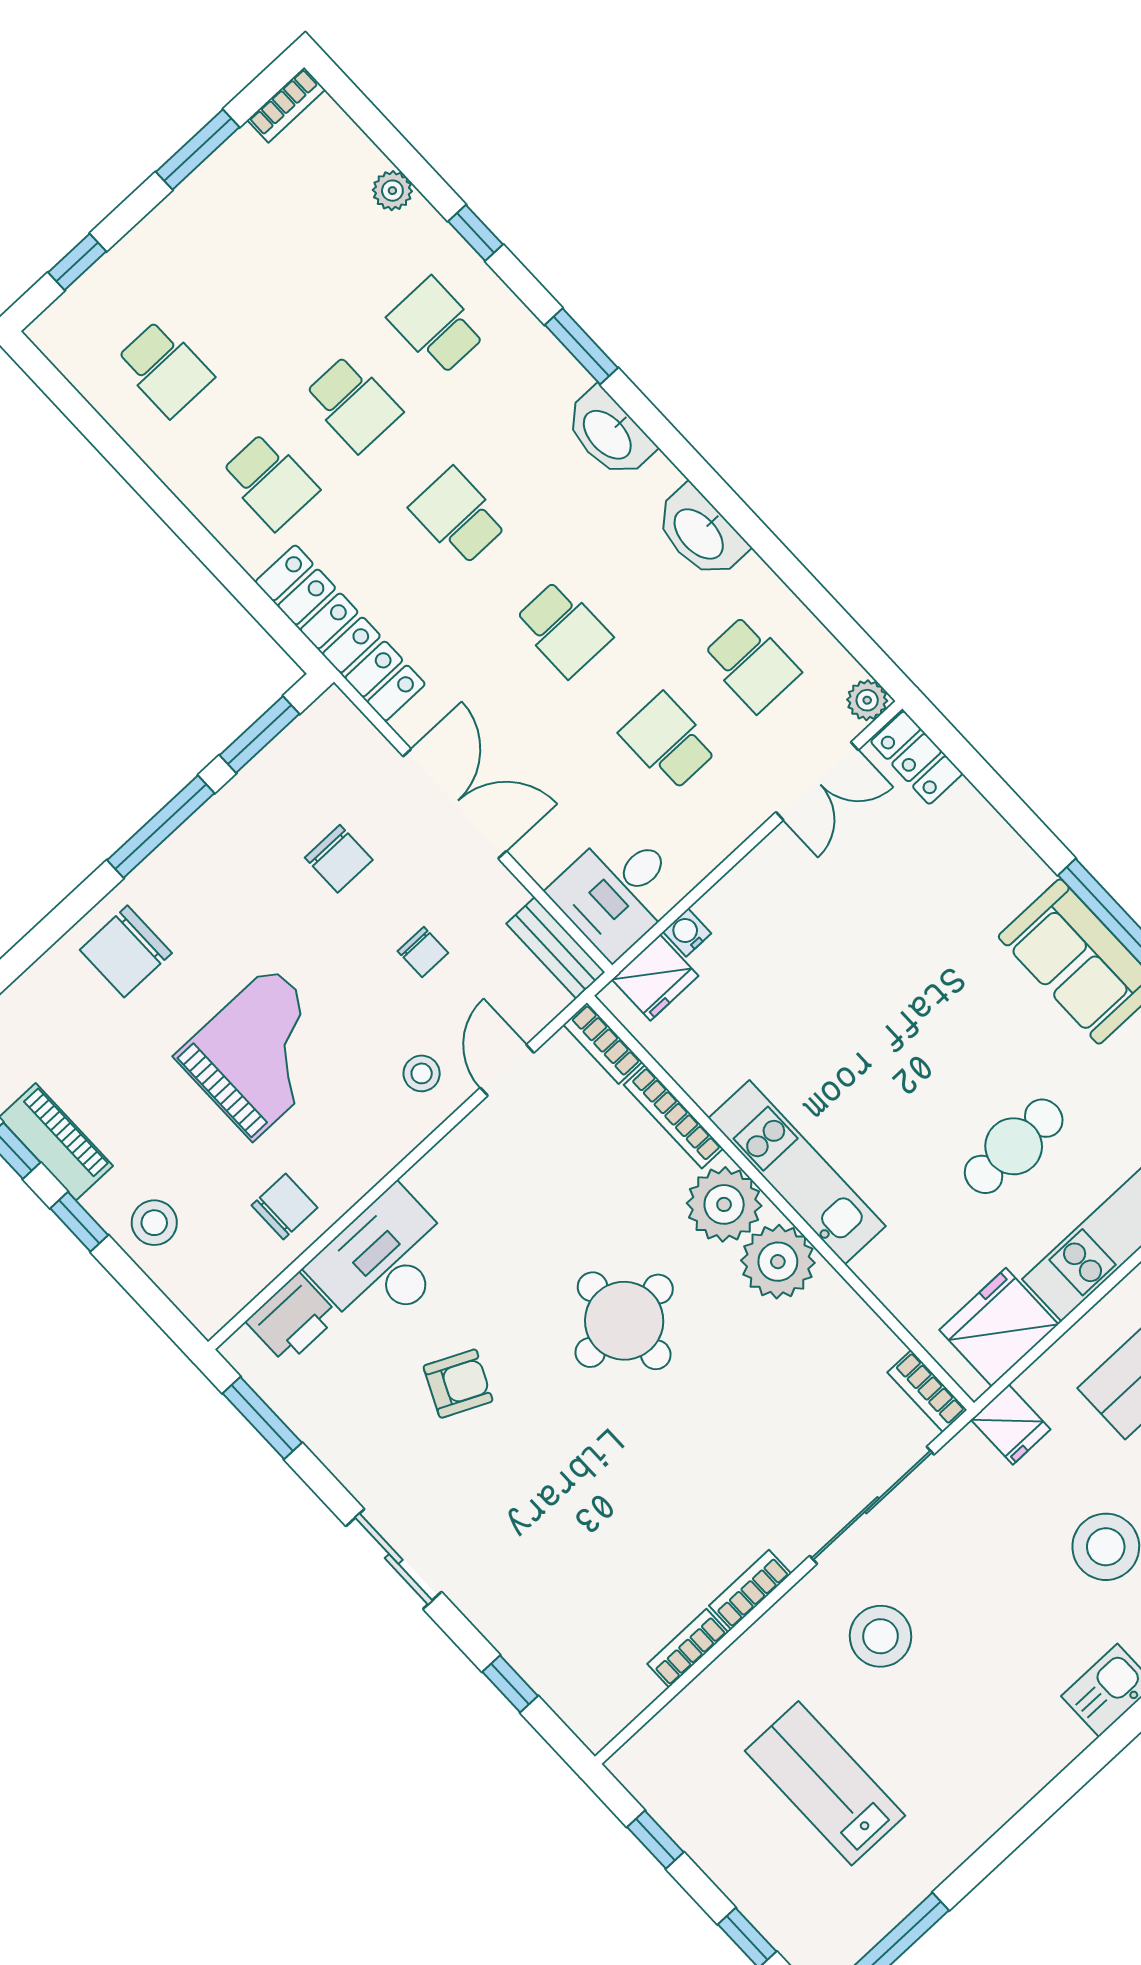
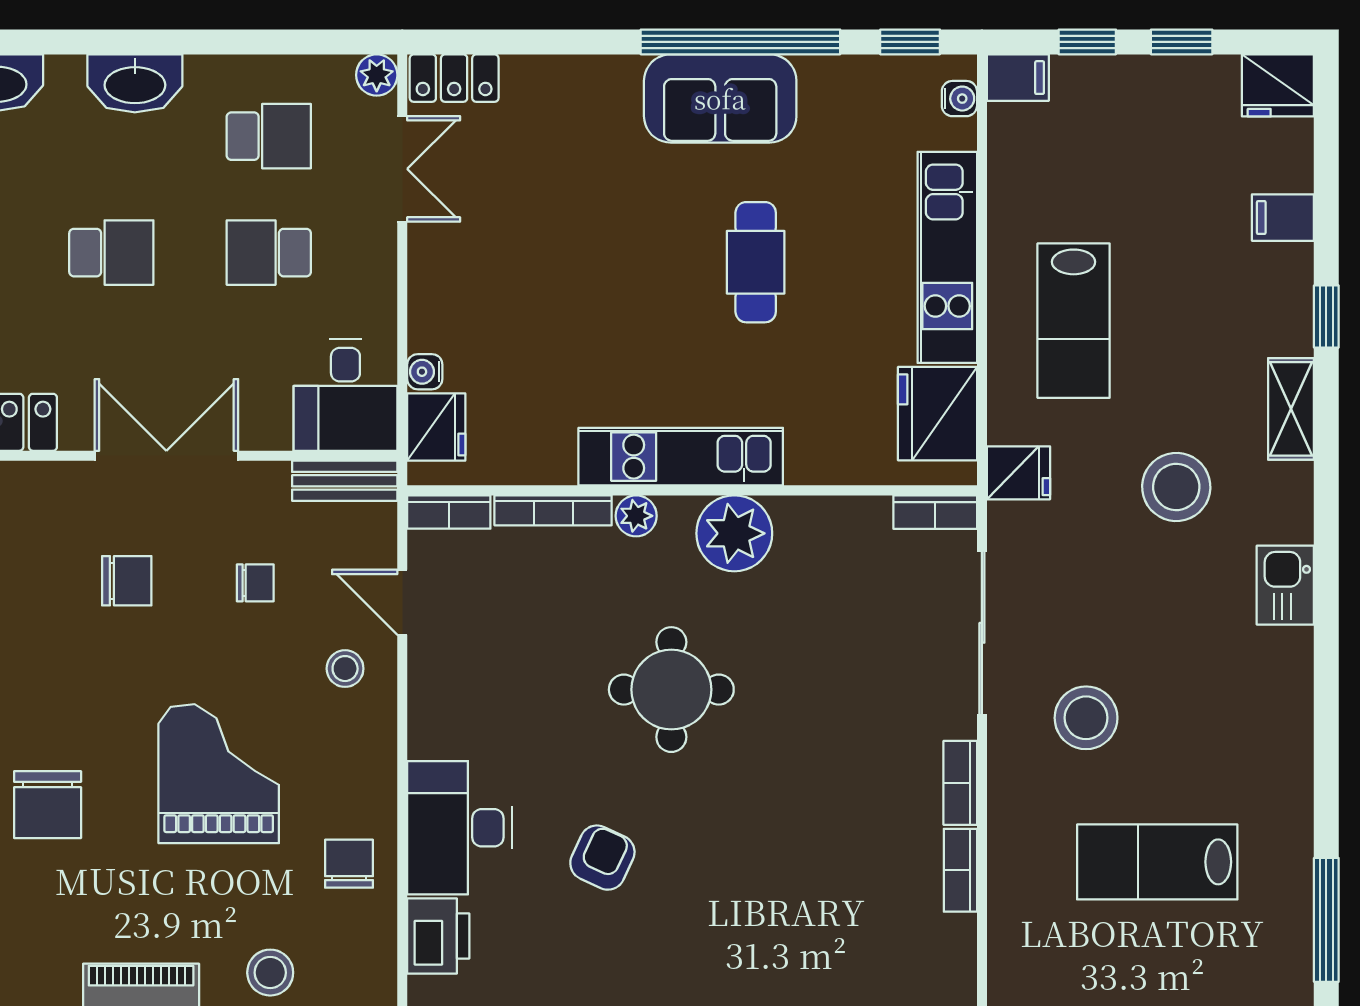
cafe table: (1014, 1146) -> (756, 262), moved
plant: (724, 1204) -> (636, 516), width x0.53, depth x0.53

